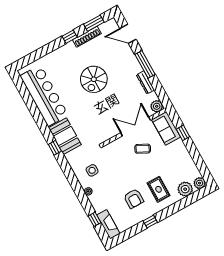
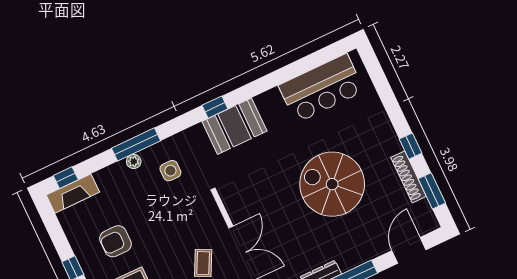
spiral stairs: (94, 79) -> (332, 184), width x1.37, depth x1.37
bar counter: (44, 96) -> (321, 88), width x0.73
window: (79, 191) -> (136, 144), added
window: (95, 219) -> (66, 178), moved

